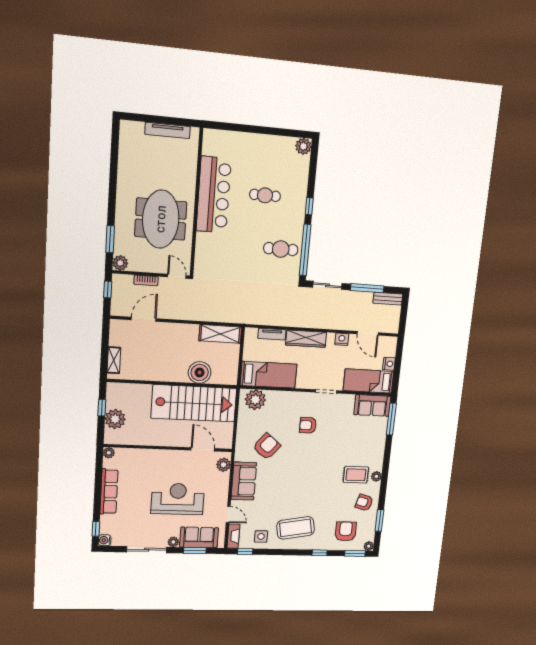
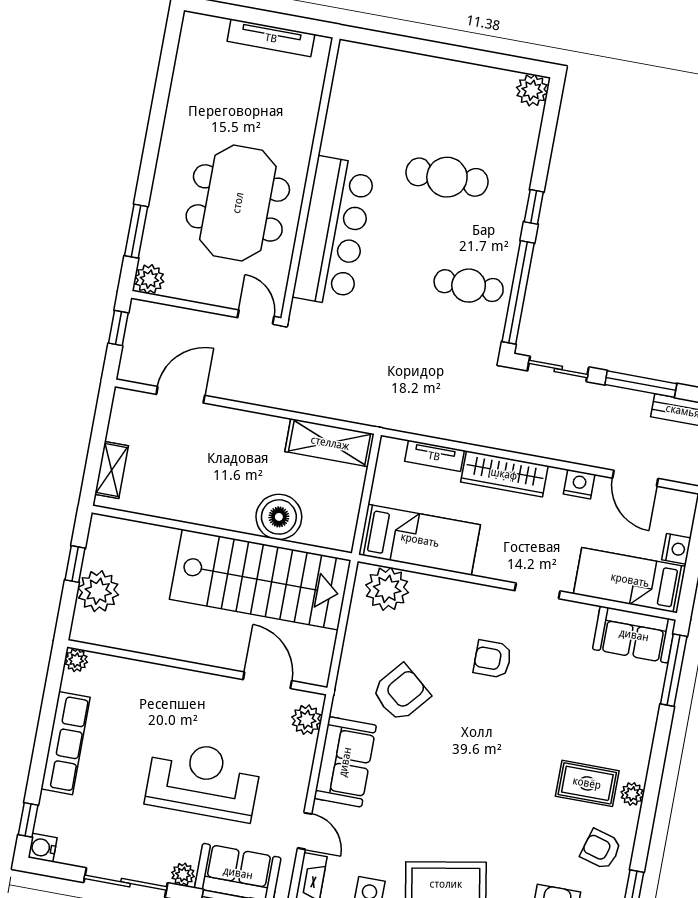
bar counter: (214, 195) -> (334, 231), moved
cafe table: (265, 195) -> (447, 177), width x1.37, depth x1.35
bookcase: (146, 280) -> (195, 319), removed

